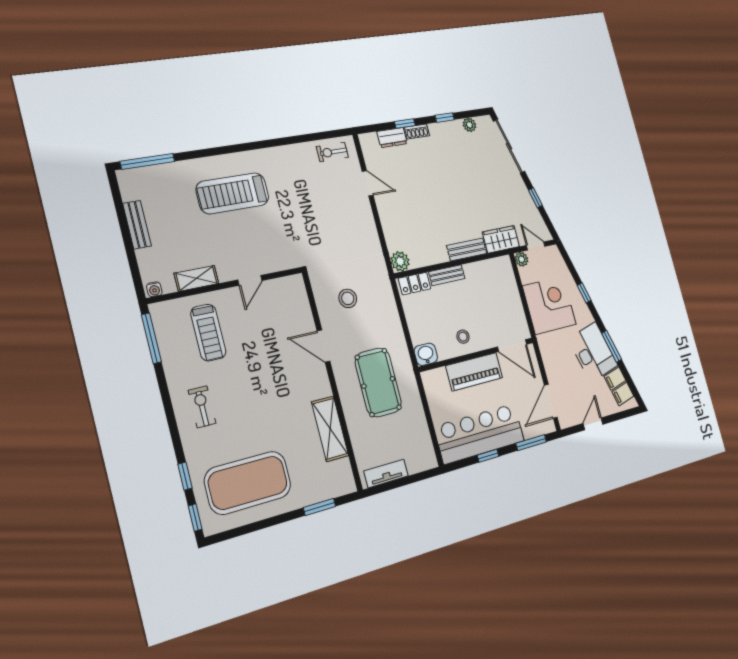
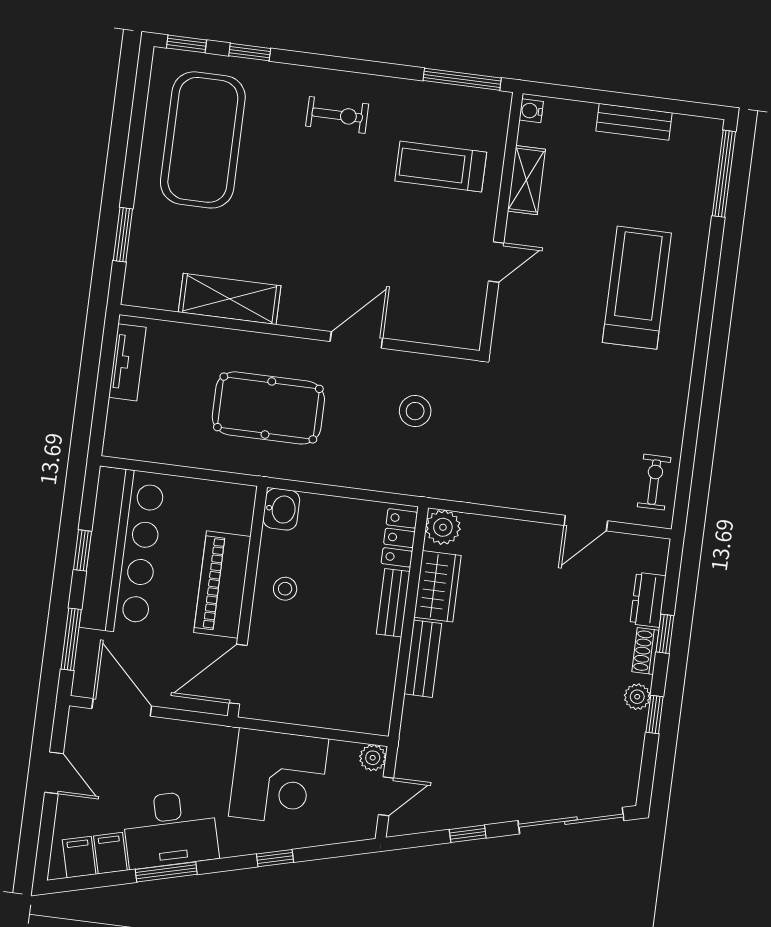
plant: (469, 125) -> (637, 697), moved
wardrobe: (501, 239) -> (437, 586), moved
door: (250, 280) -> (496, 262), swing flipped

